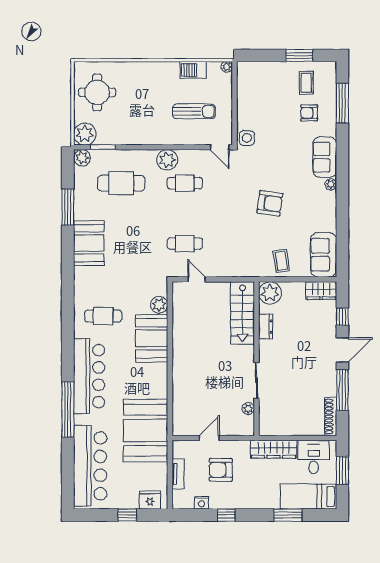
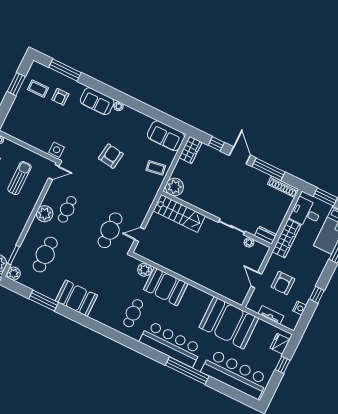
cafe table: (185, 244) -> (110, 230), width x1.37, depth x1.35
dresser: (266, 327) -> (265, 235), moved

